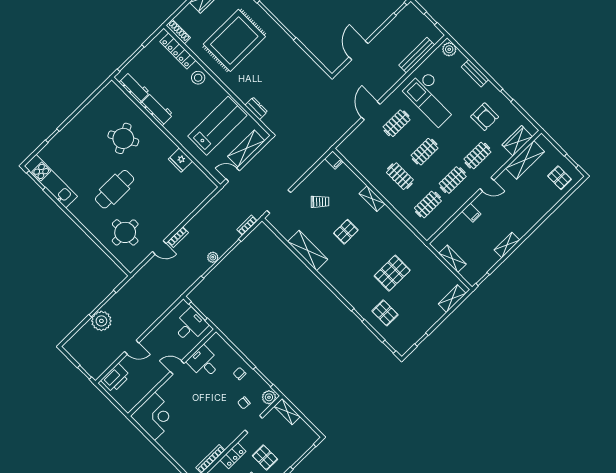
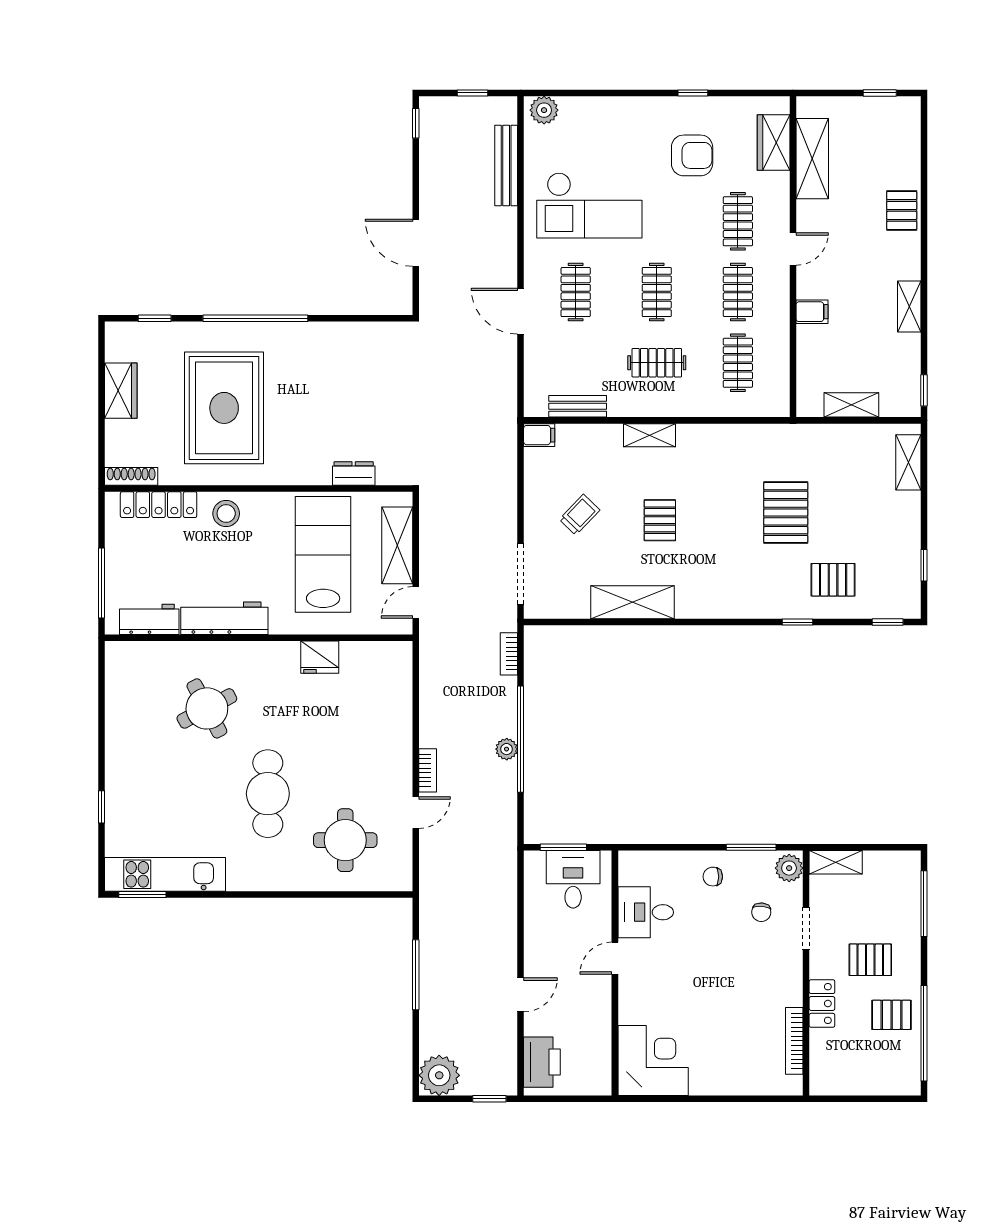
bench: (475, 73) -> (578, 406), moved
workbench: (157, 109) -> (224, 618), width x1.38
pallet: (560, 178) -> (902, 210), moved, turned 90
plant: (101, 321) -> (439, 1075), moved

